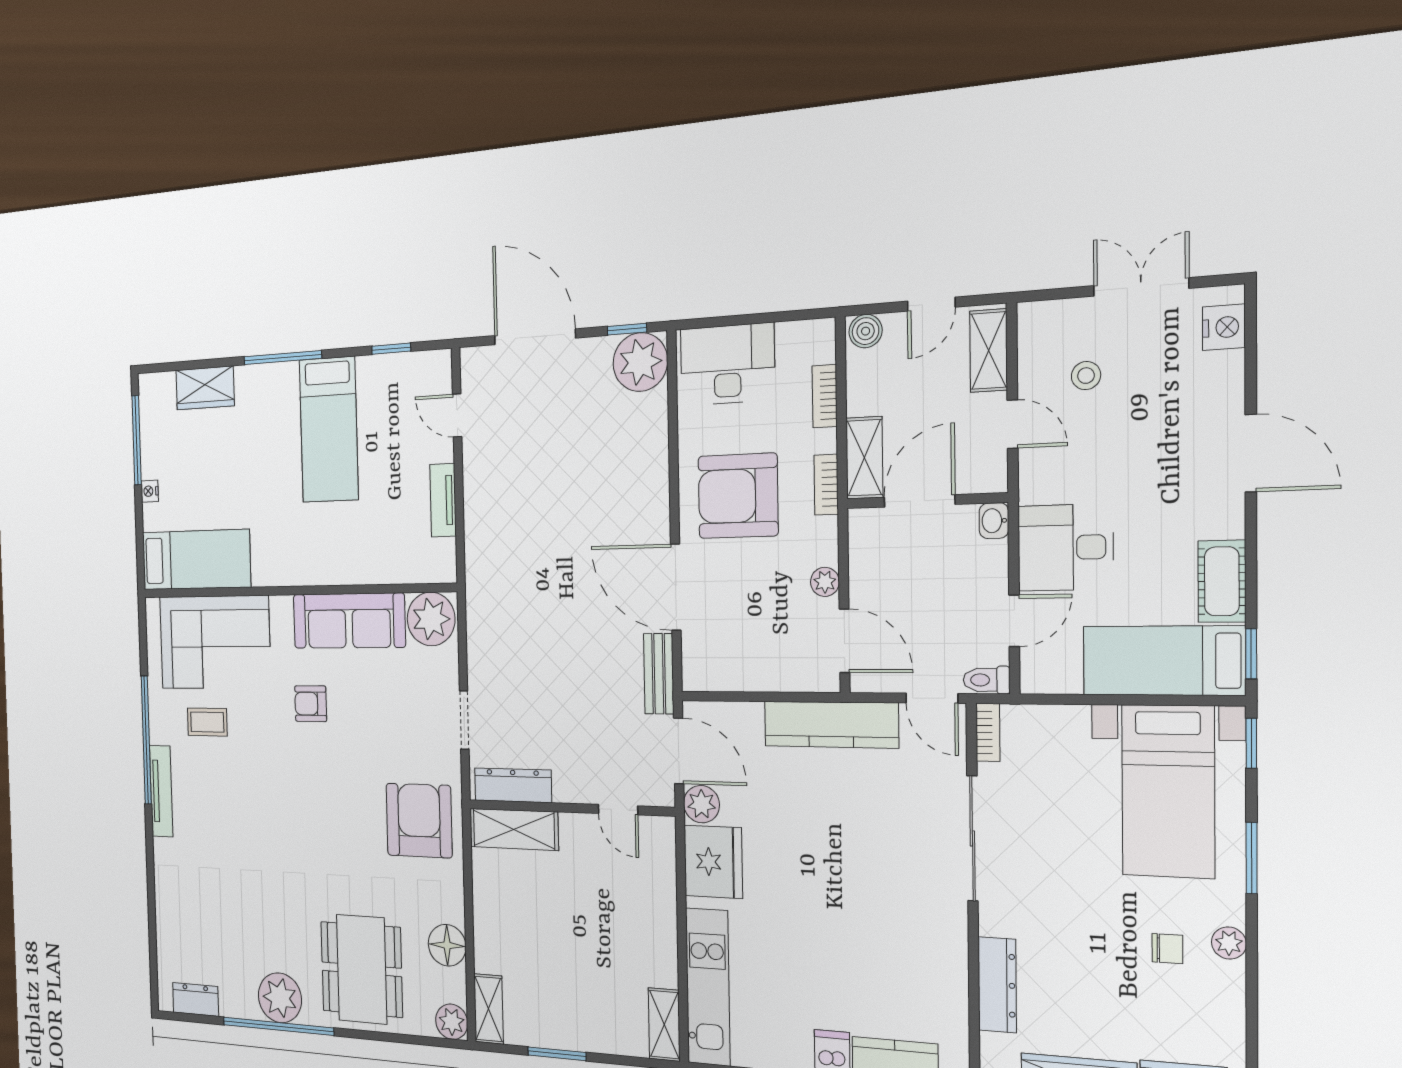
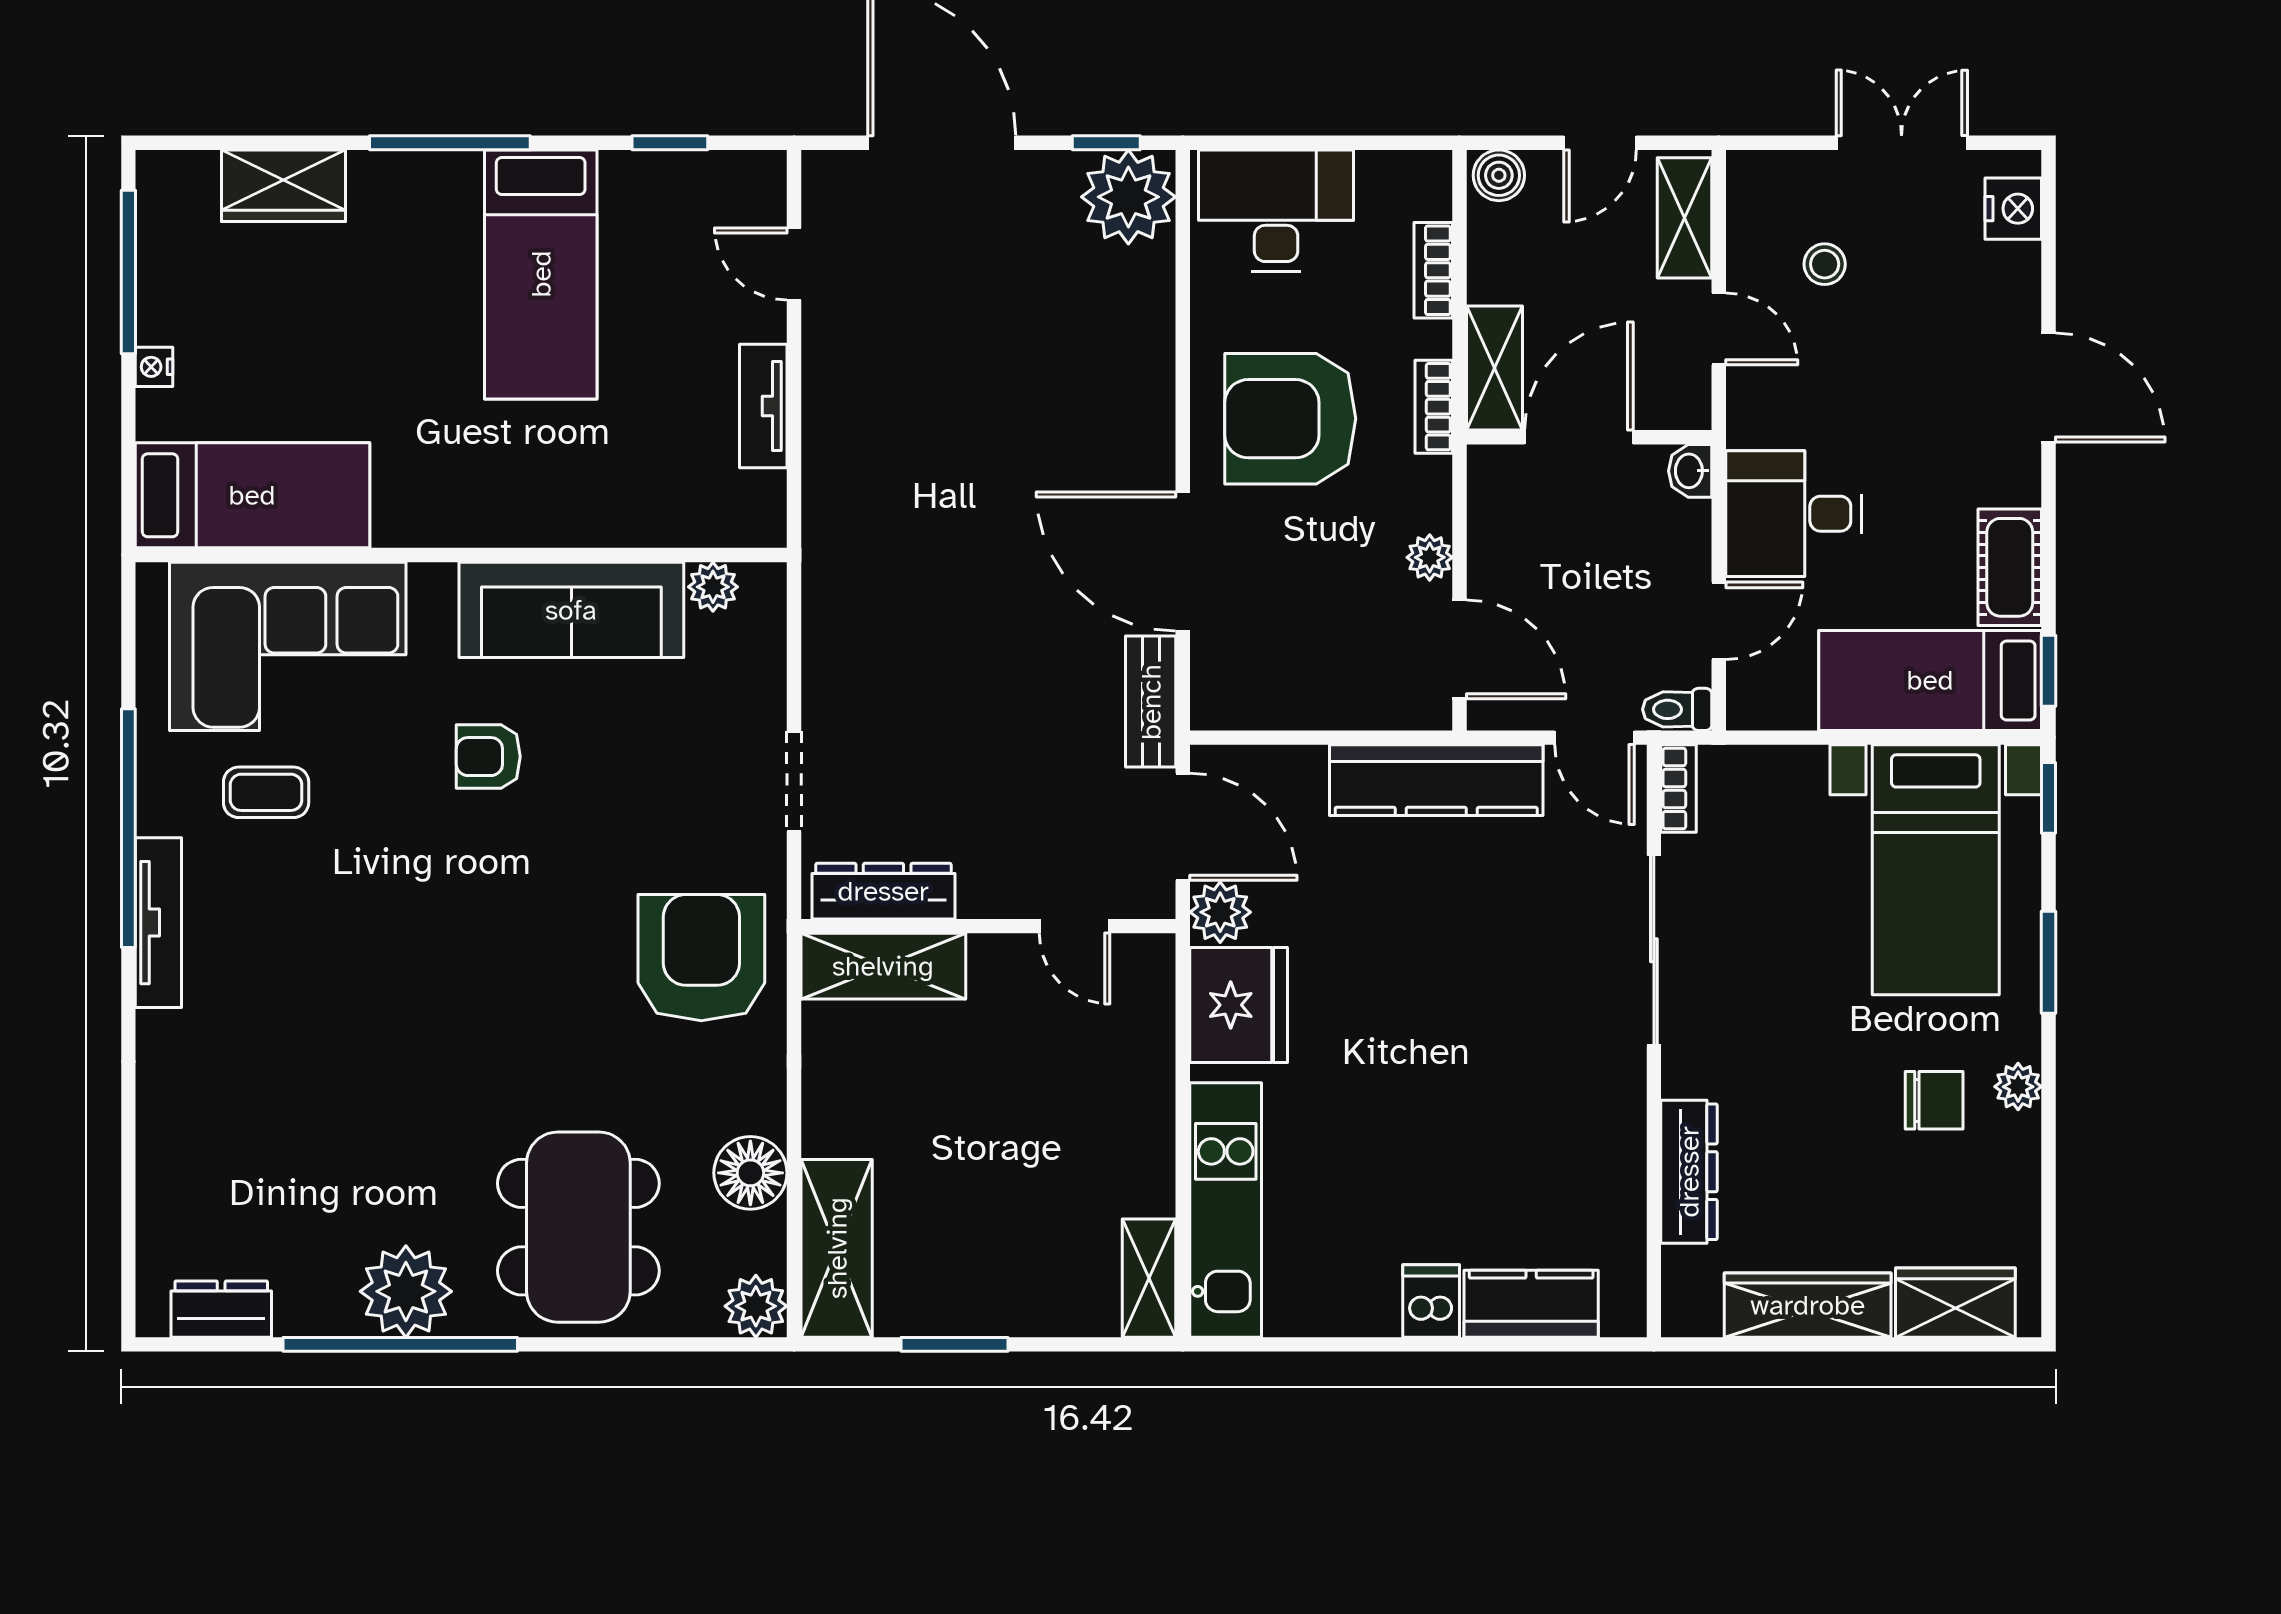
plant: (431, 619) -> (713, 587), width x0.53, depth x0.53
chair: (1167, 949) -> (1934, 1100), width x1.37, depth x1.37
shelving: (489, 1009) -> (837, 1248), width x1.50, depth x1.33

